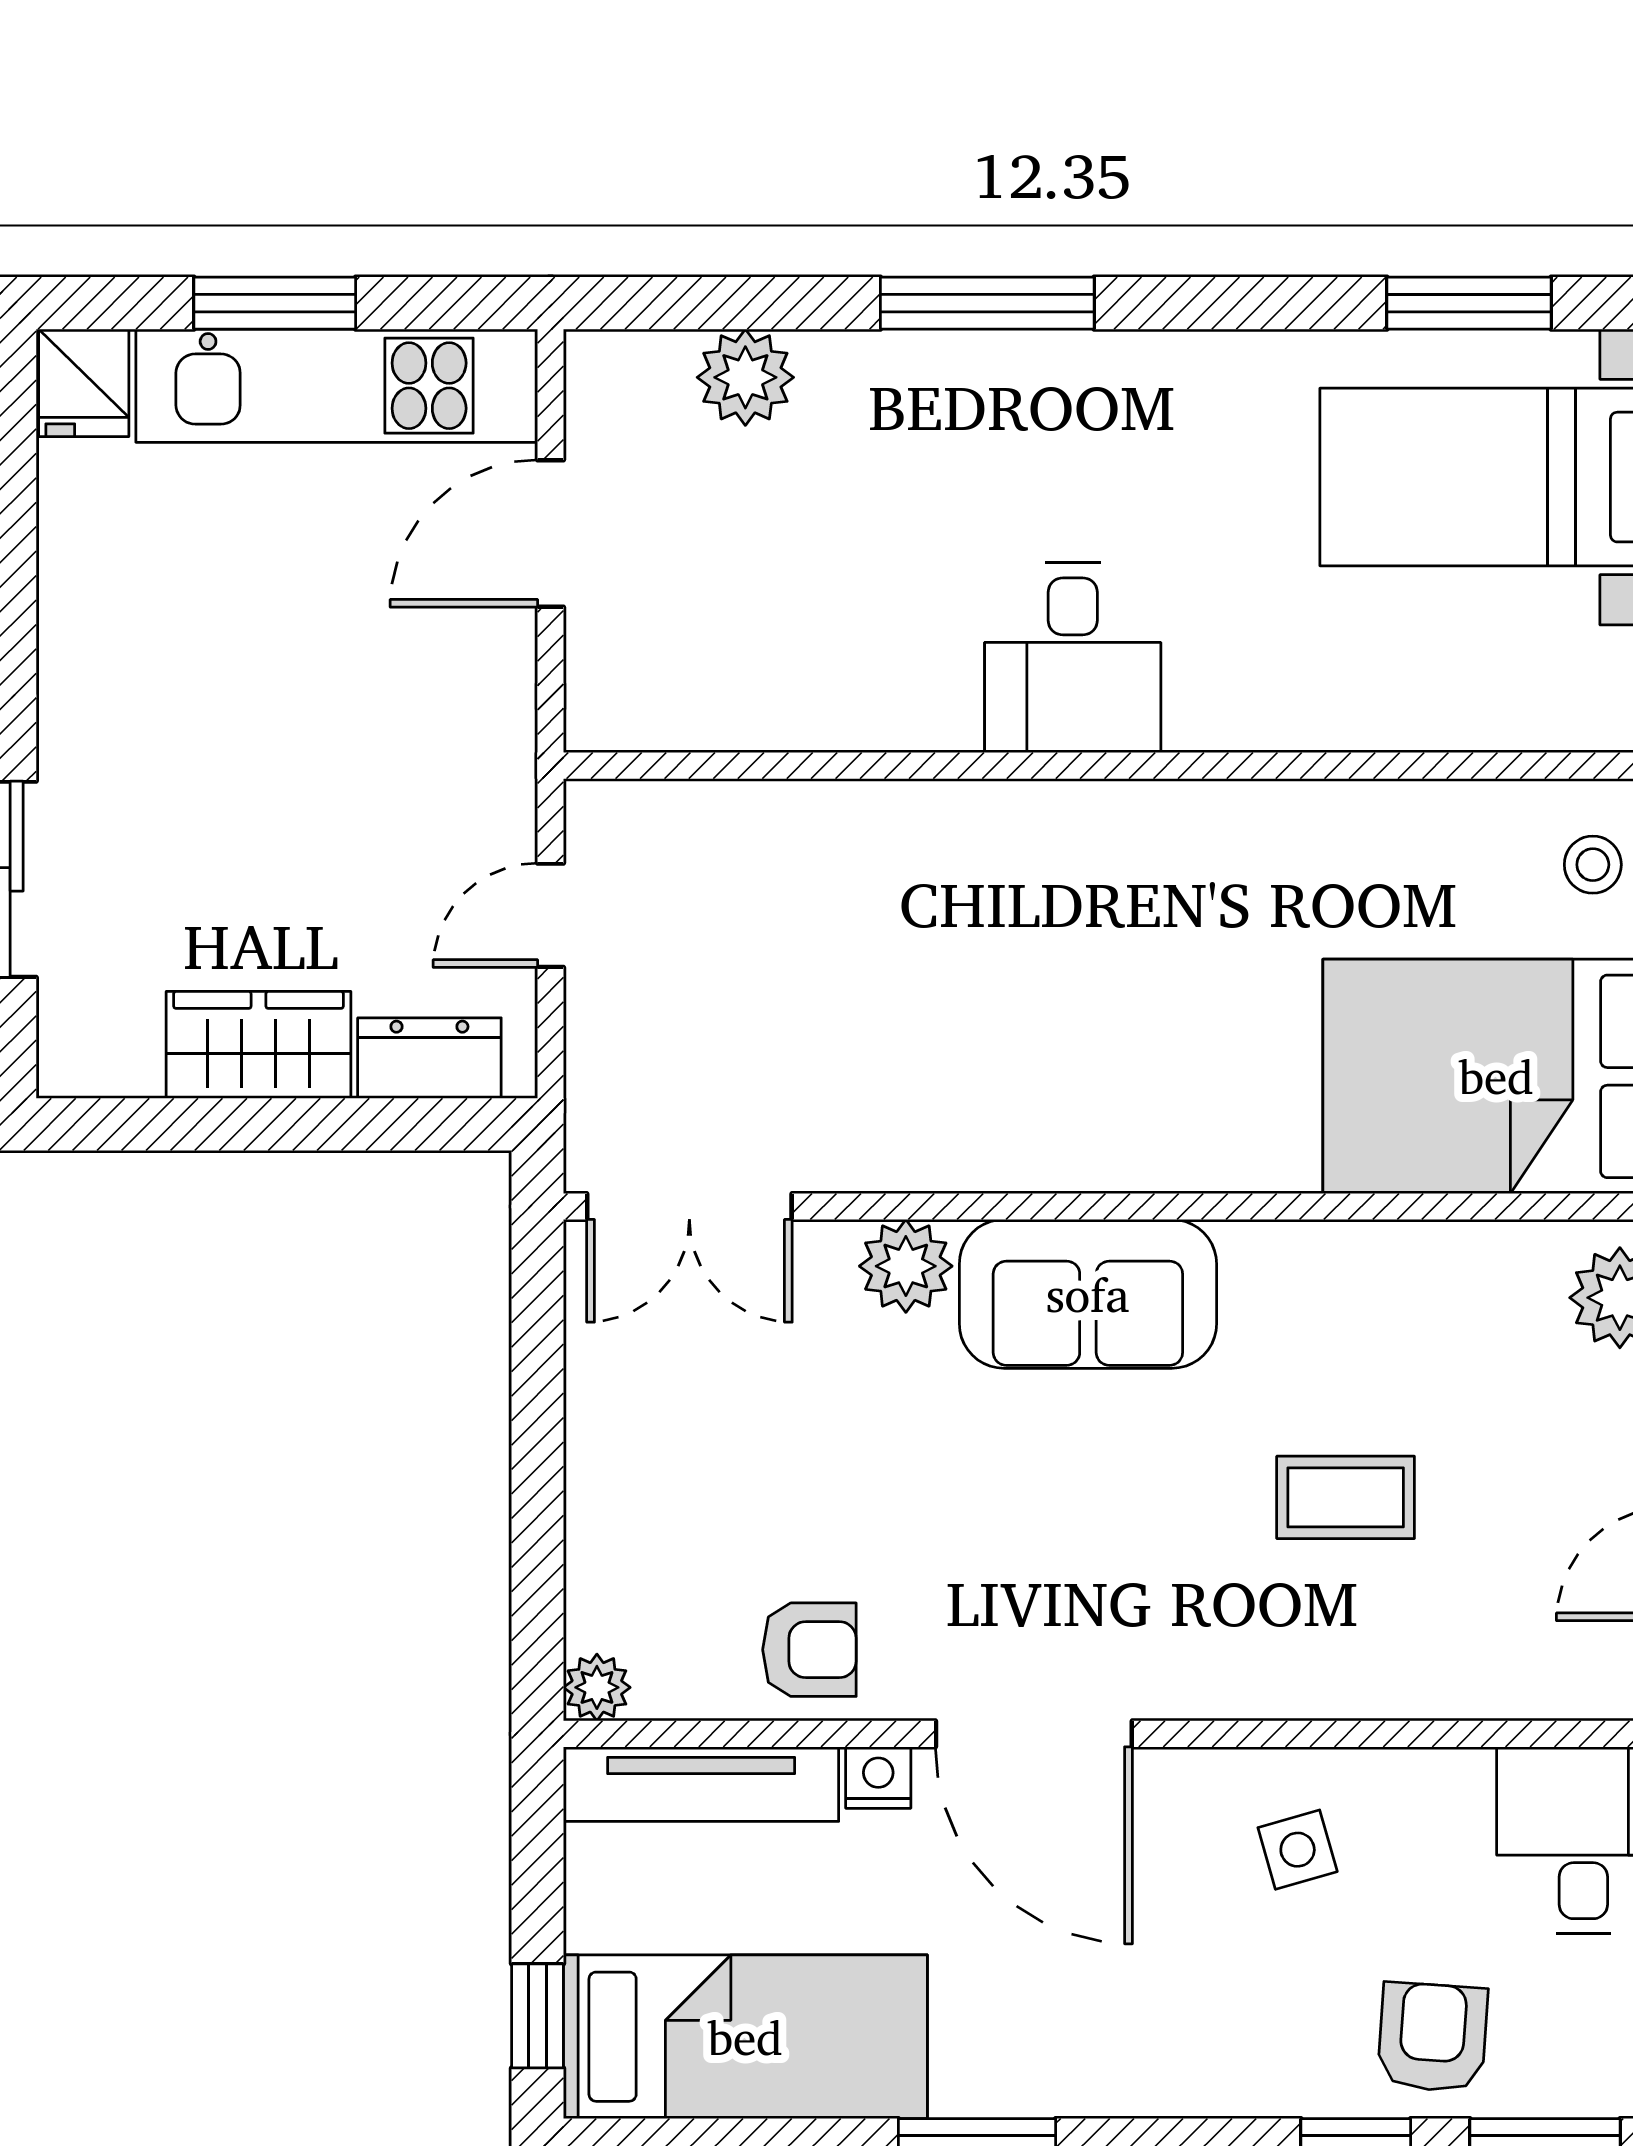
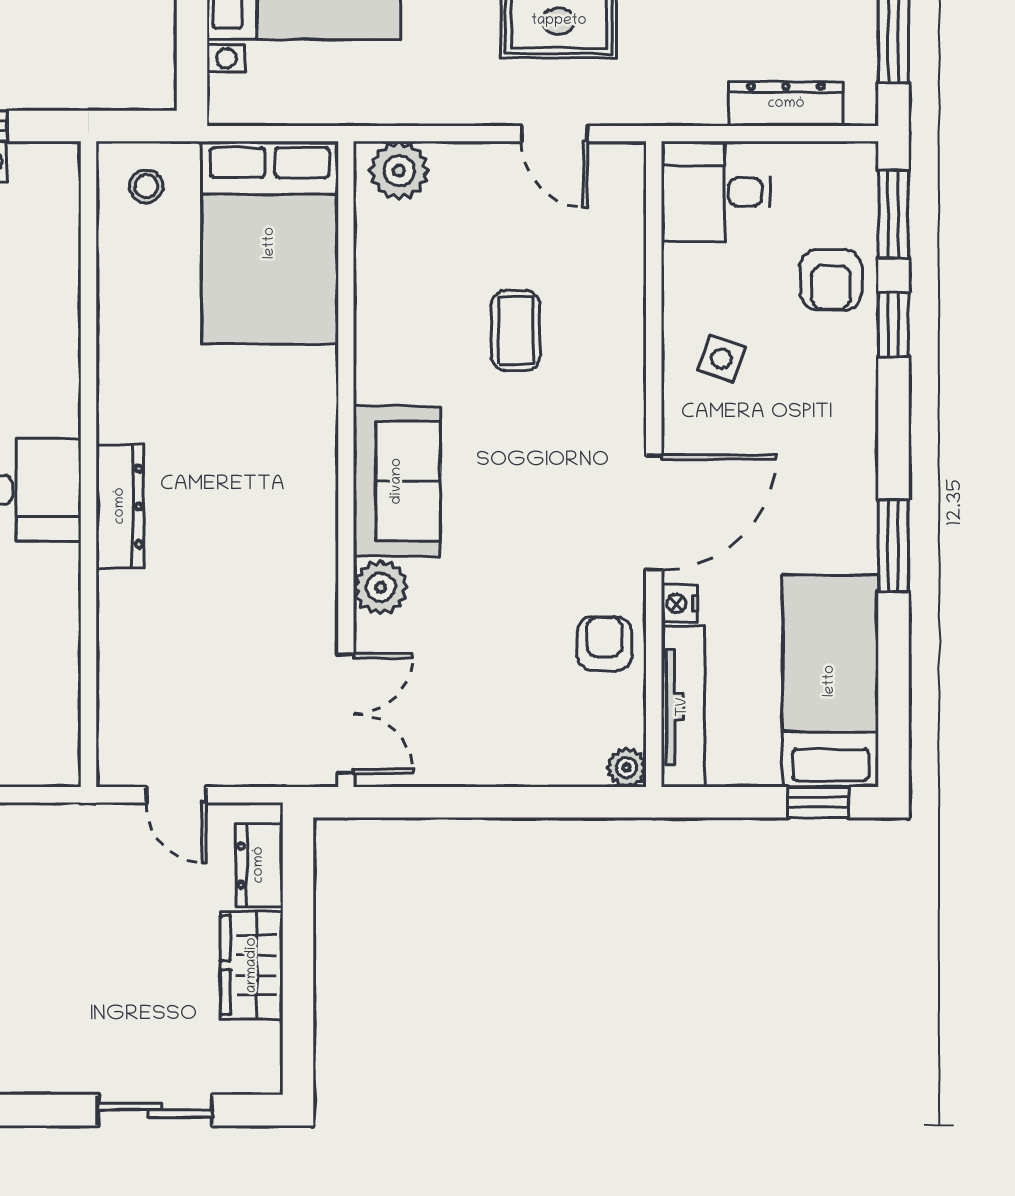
dresser: (1044, 820) -> (120, 506), added
side table: (1298, 1850) -> (721, 359), turned 35
armchair: (1433, 2037) -> (831, 280), turned -94

